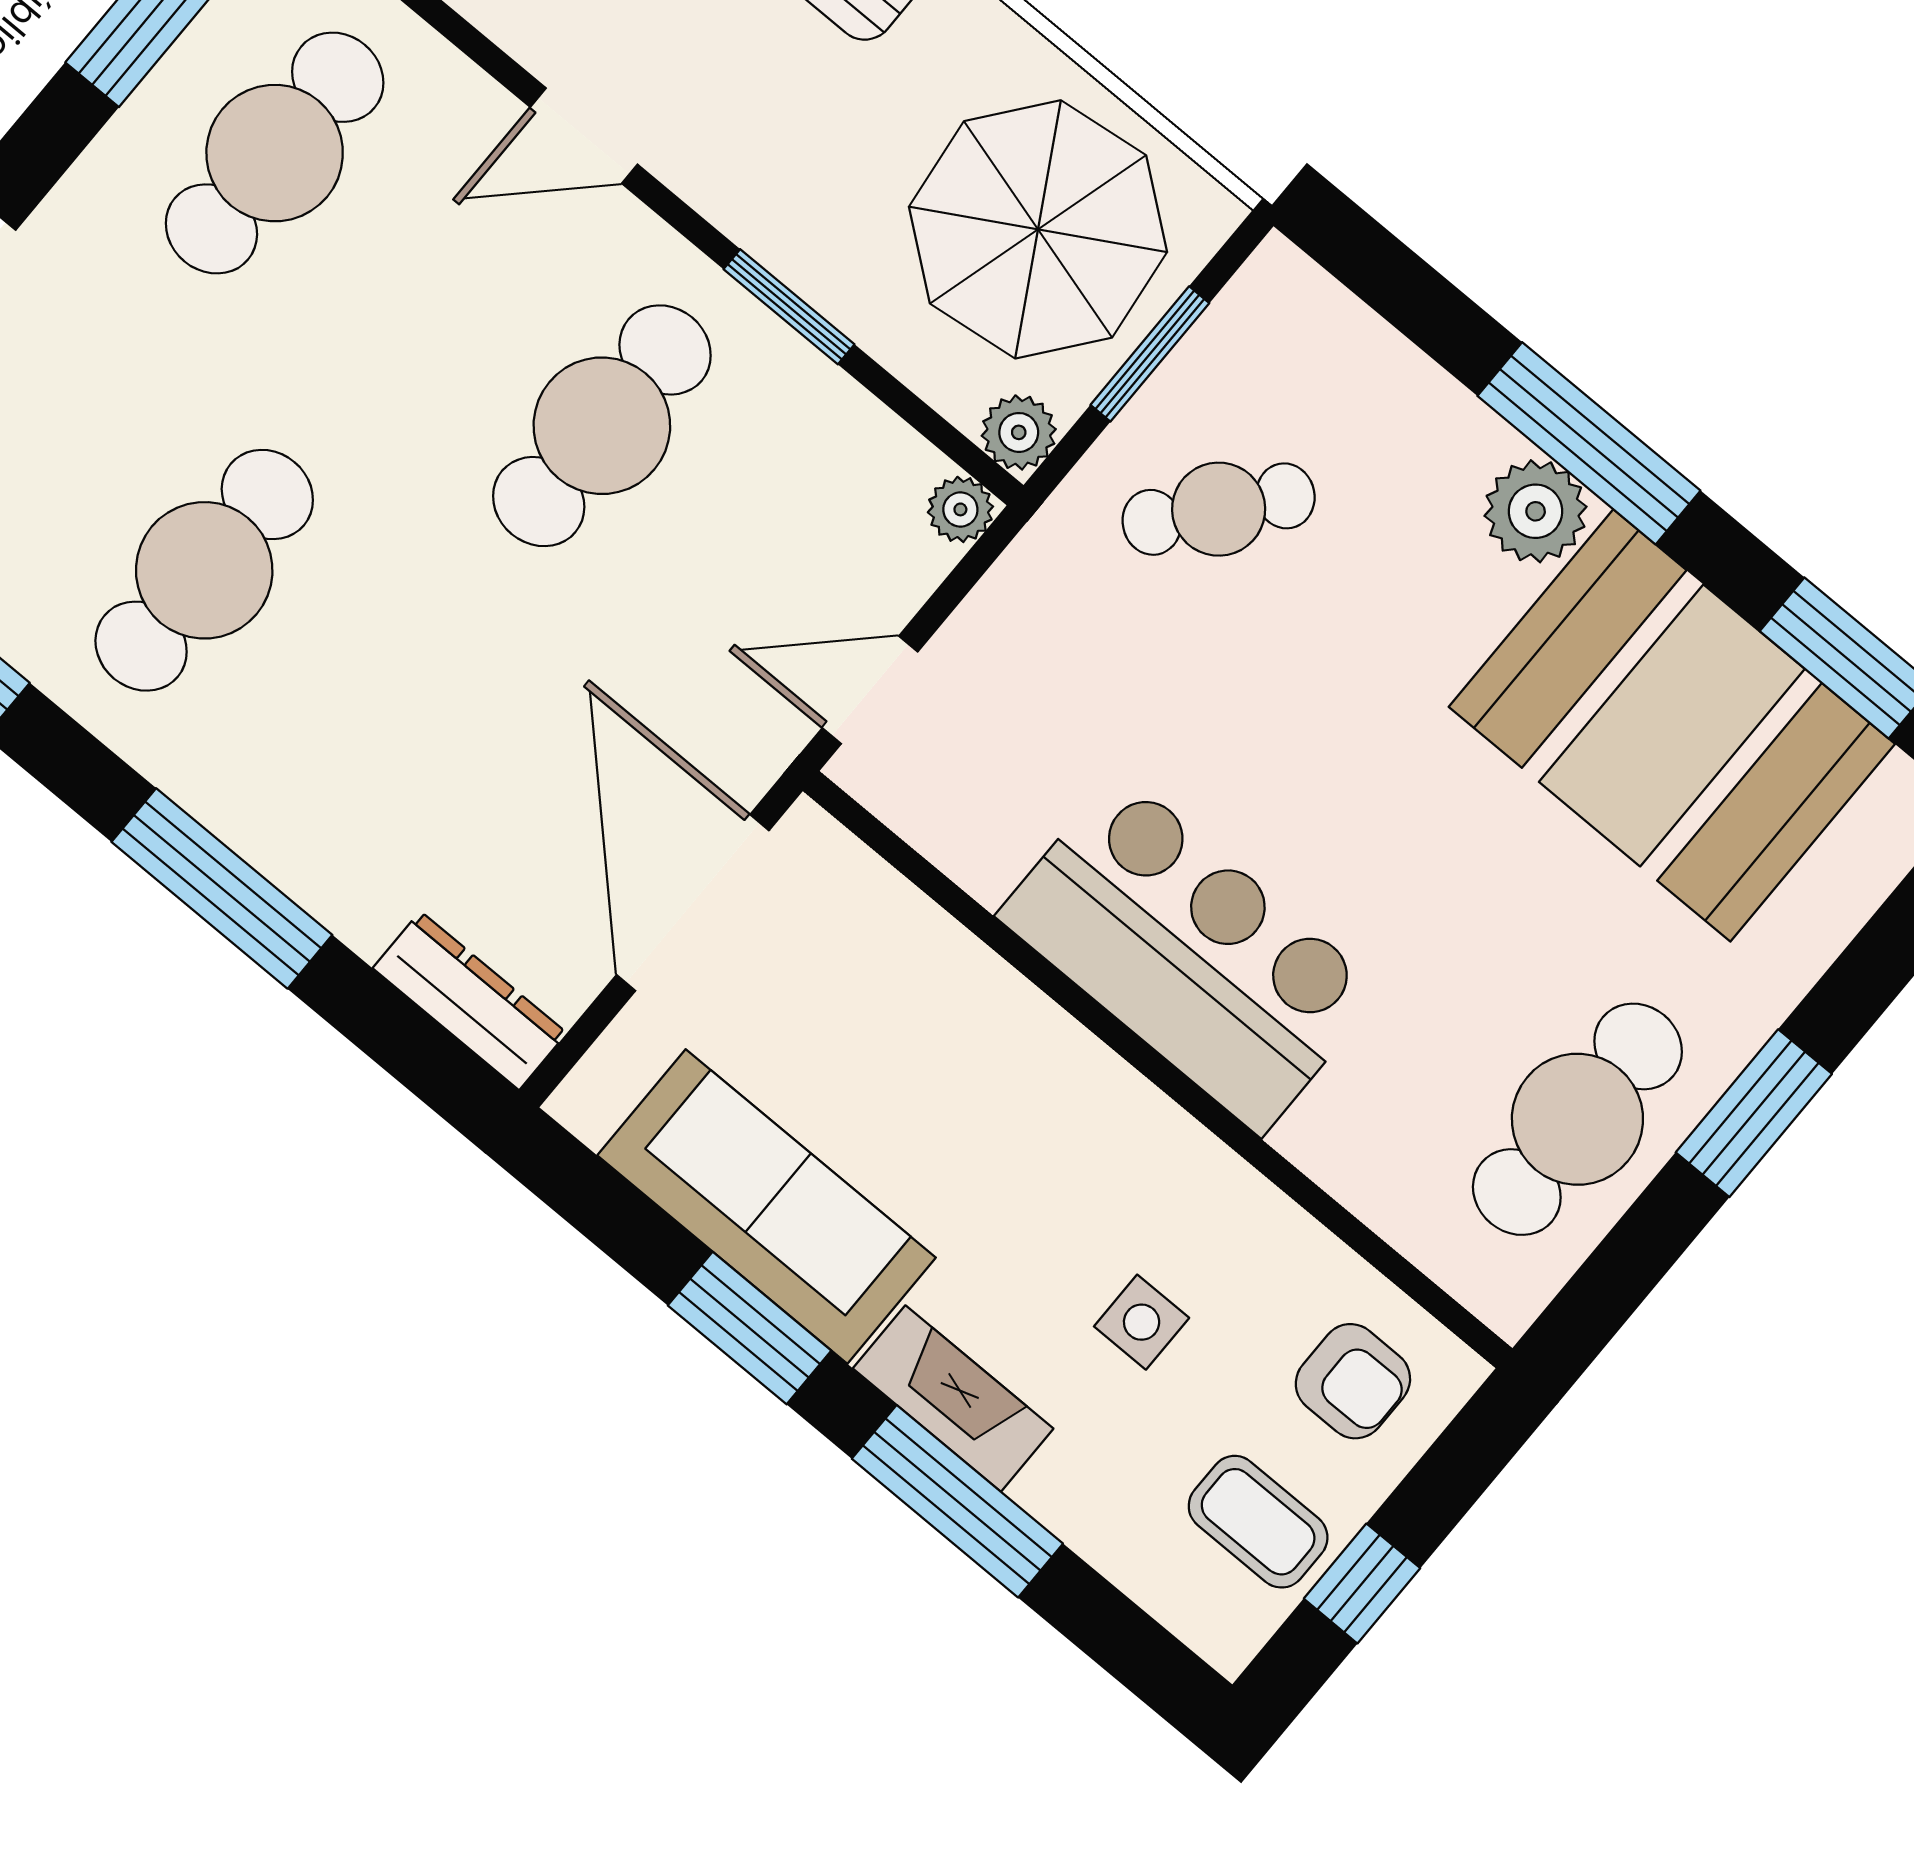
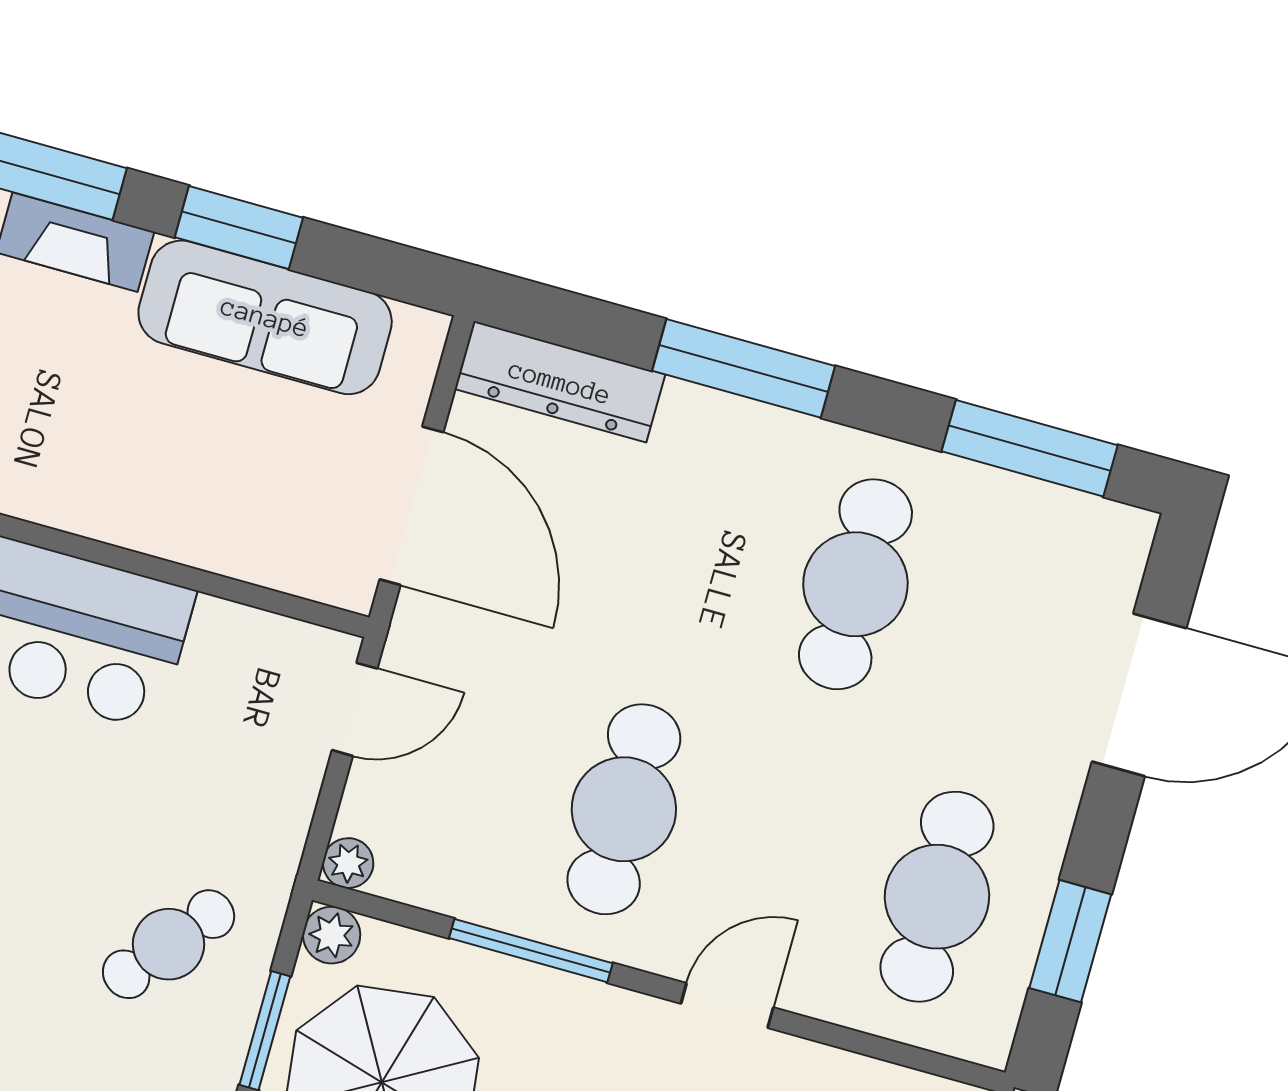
window: (789, 307) -> (531, 951), width x1.44
dresser: (470, 1001) -> (560, 382), width x1.37, depth x1.24

